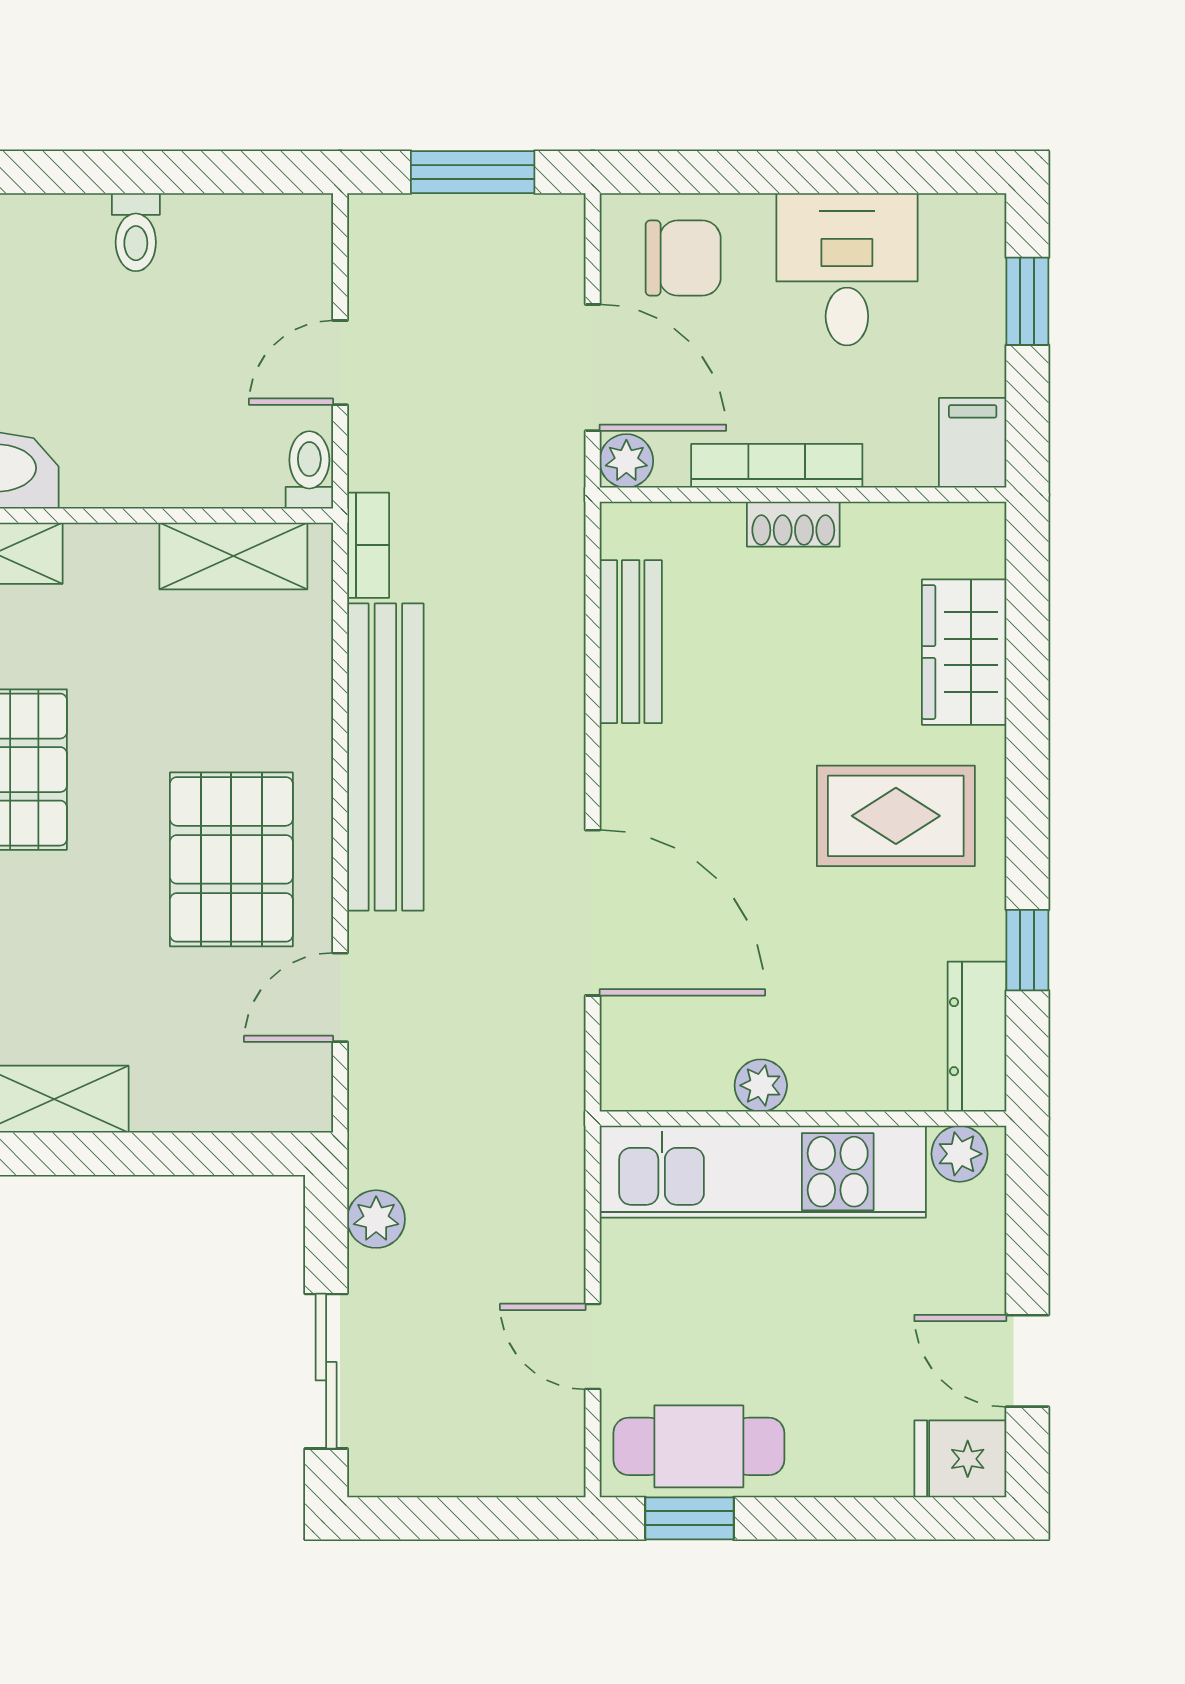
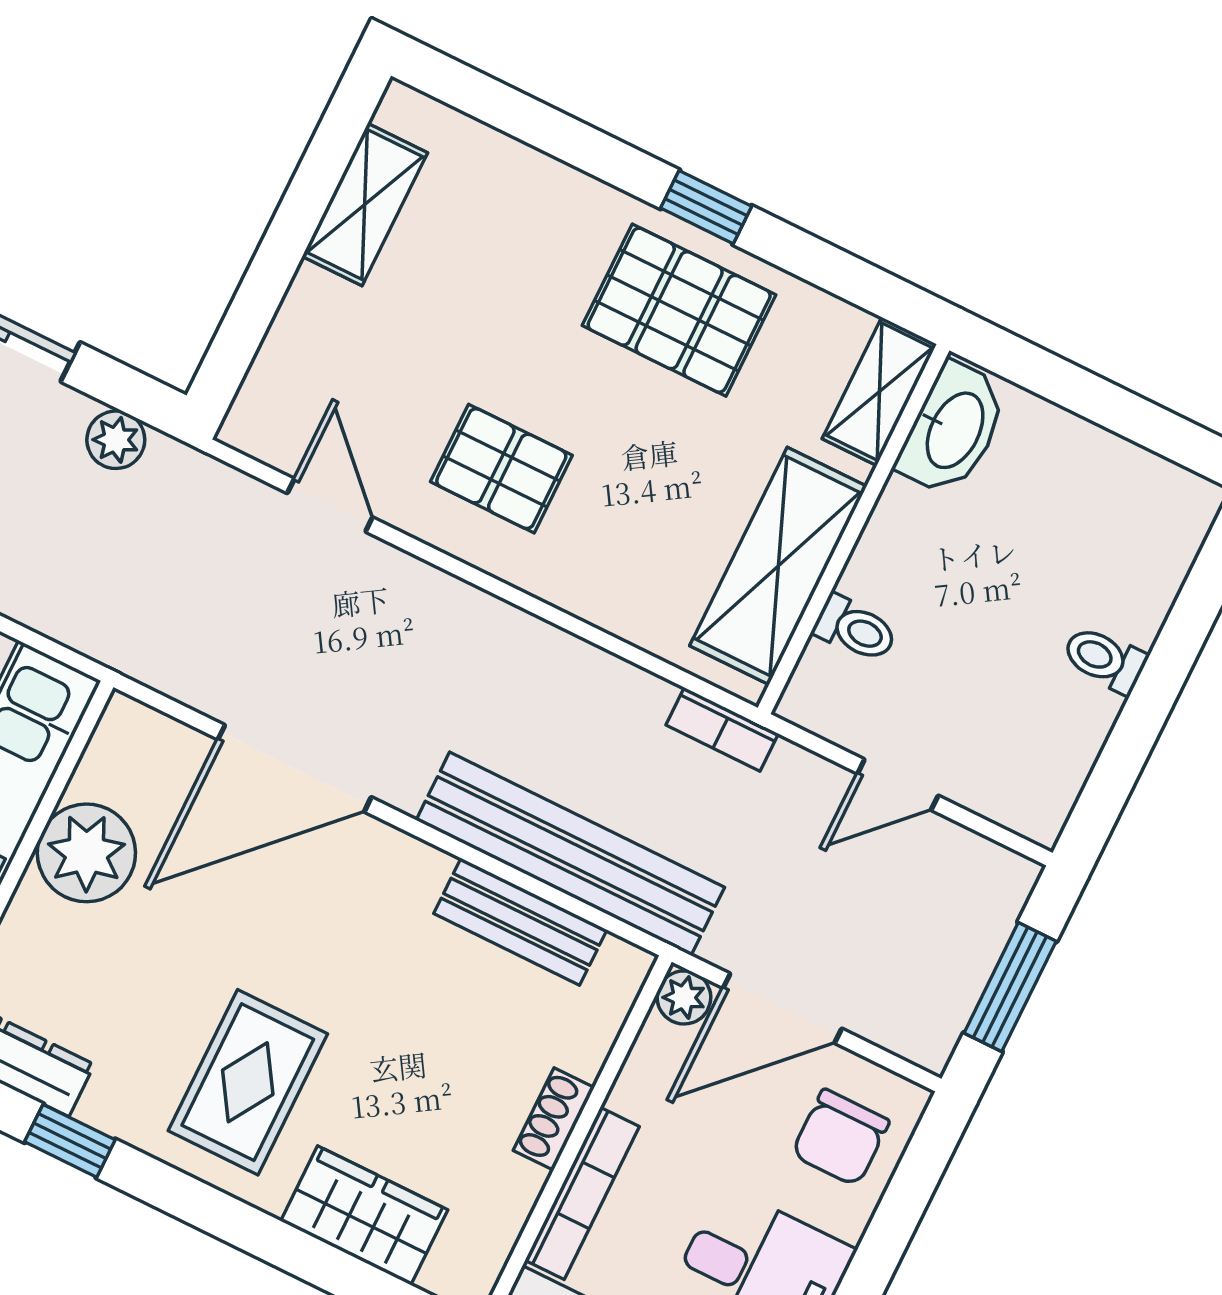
door: (340, 363) -> (898, 785), swing flipped
bookcase: (777, 466) -> (582, 1193), moved
toilet: (309, 470) -> (855, 629), moved
shelving: (233, 556) -> (778, 566), width x1.50, depth x1.33
bench: (385, 757) -> (570, 854), moved
pallet: (231, 859) -> (501, 469), width x0.67, depth x0.71
plant: (761, 1085) -> (86, 853), width x1.87, depth x1.87

